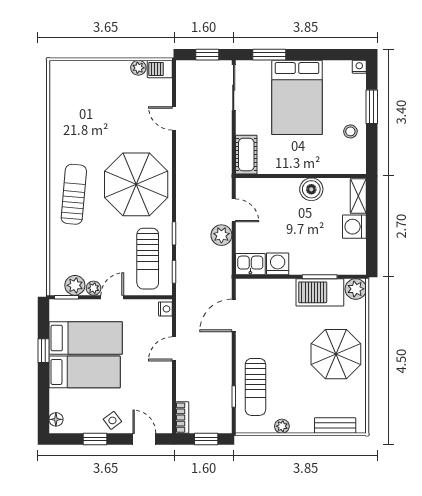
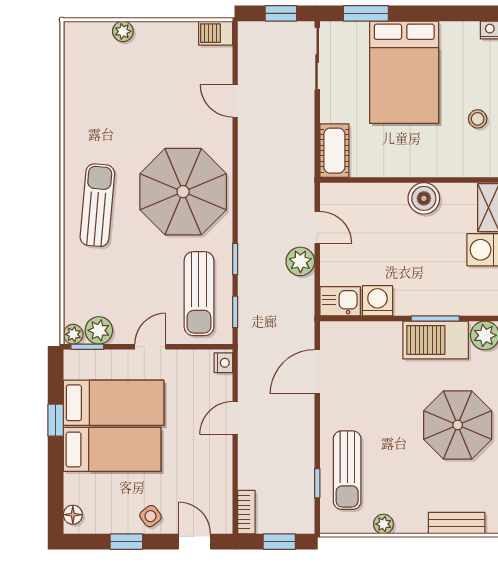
plant: (138, 68) -> (123, 31), moved
plant: (94, 288) -> (73, 334), moved

